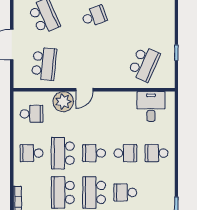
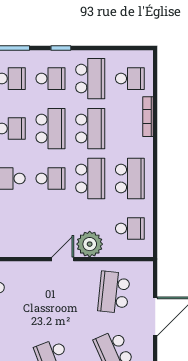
school desk: (32, 114) -> (130, 228), turned 180
school desk: (32, 153) -> (130, 179), width x1.85

